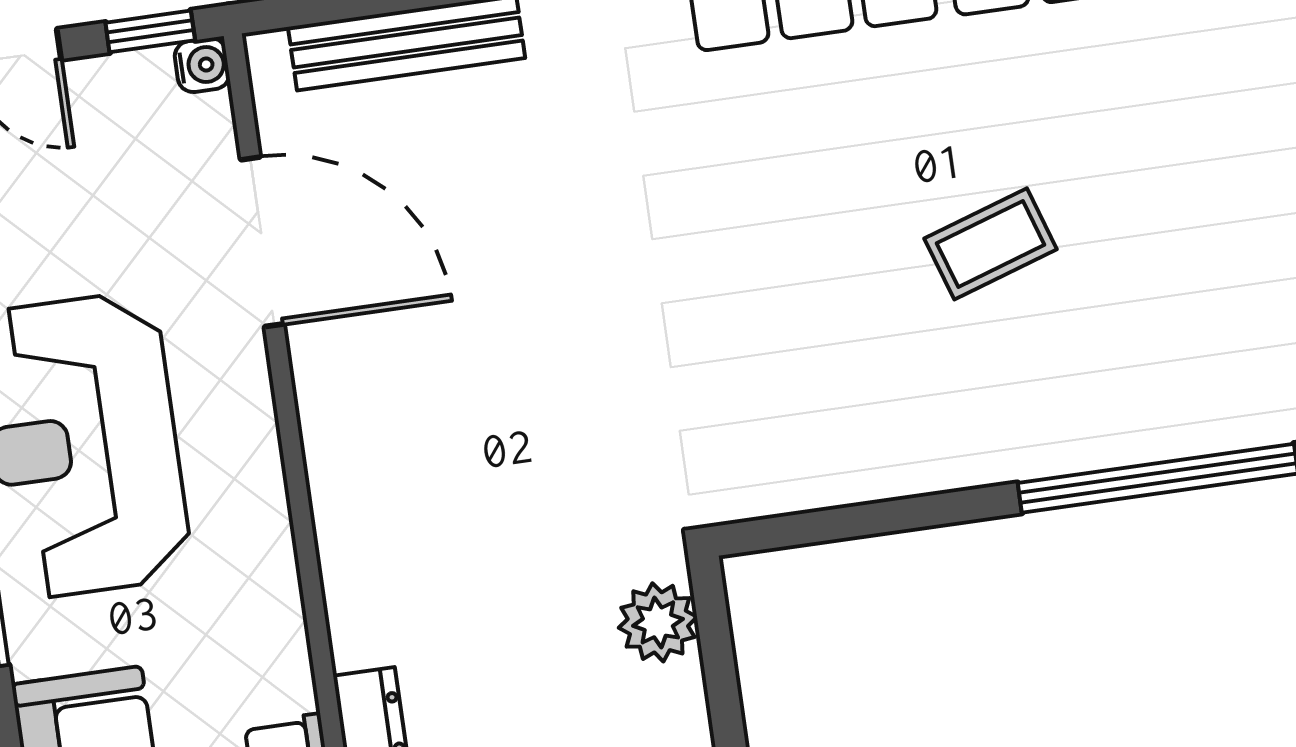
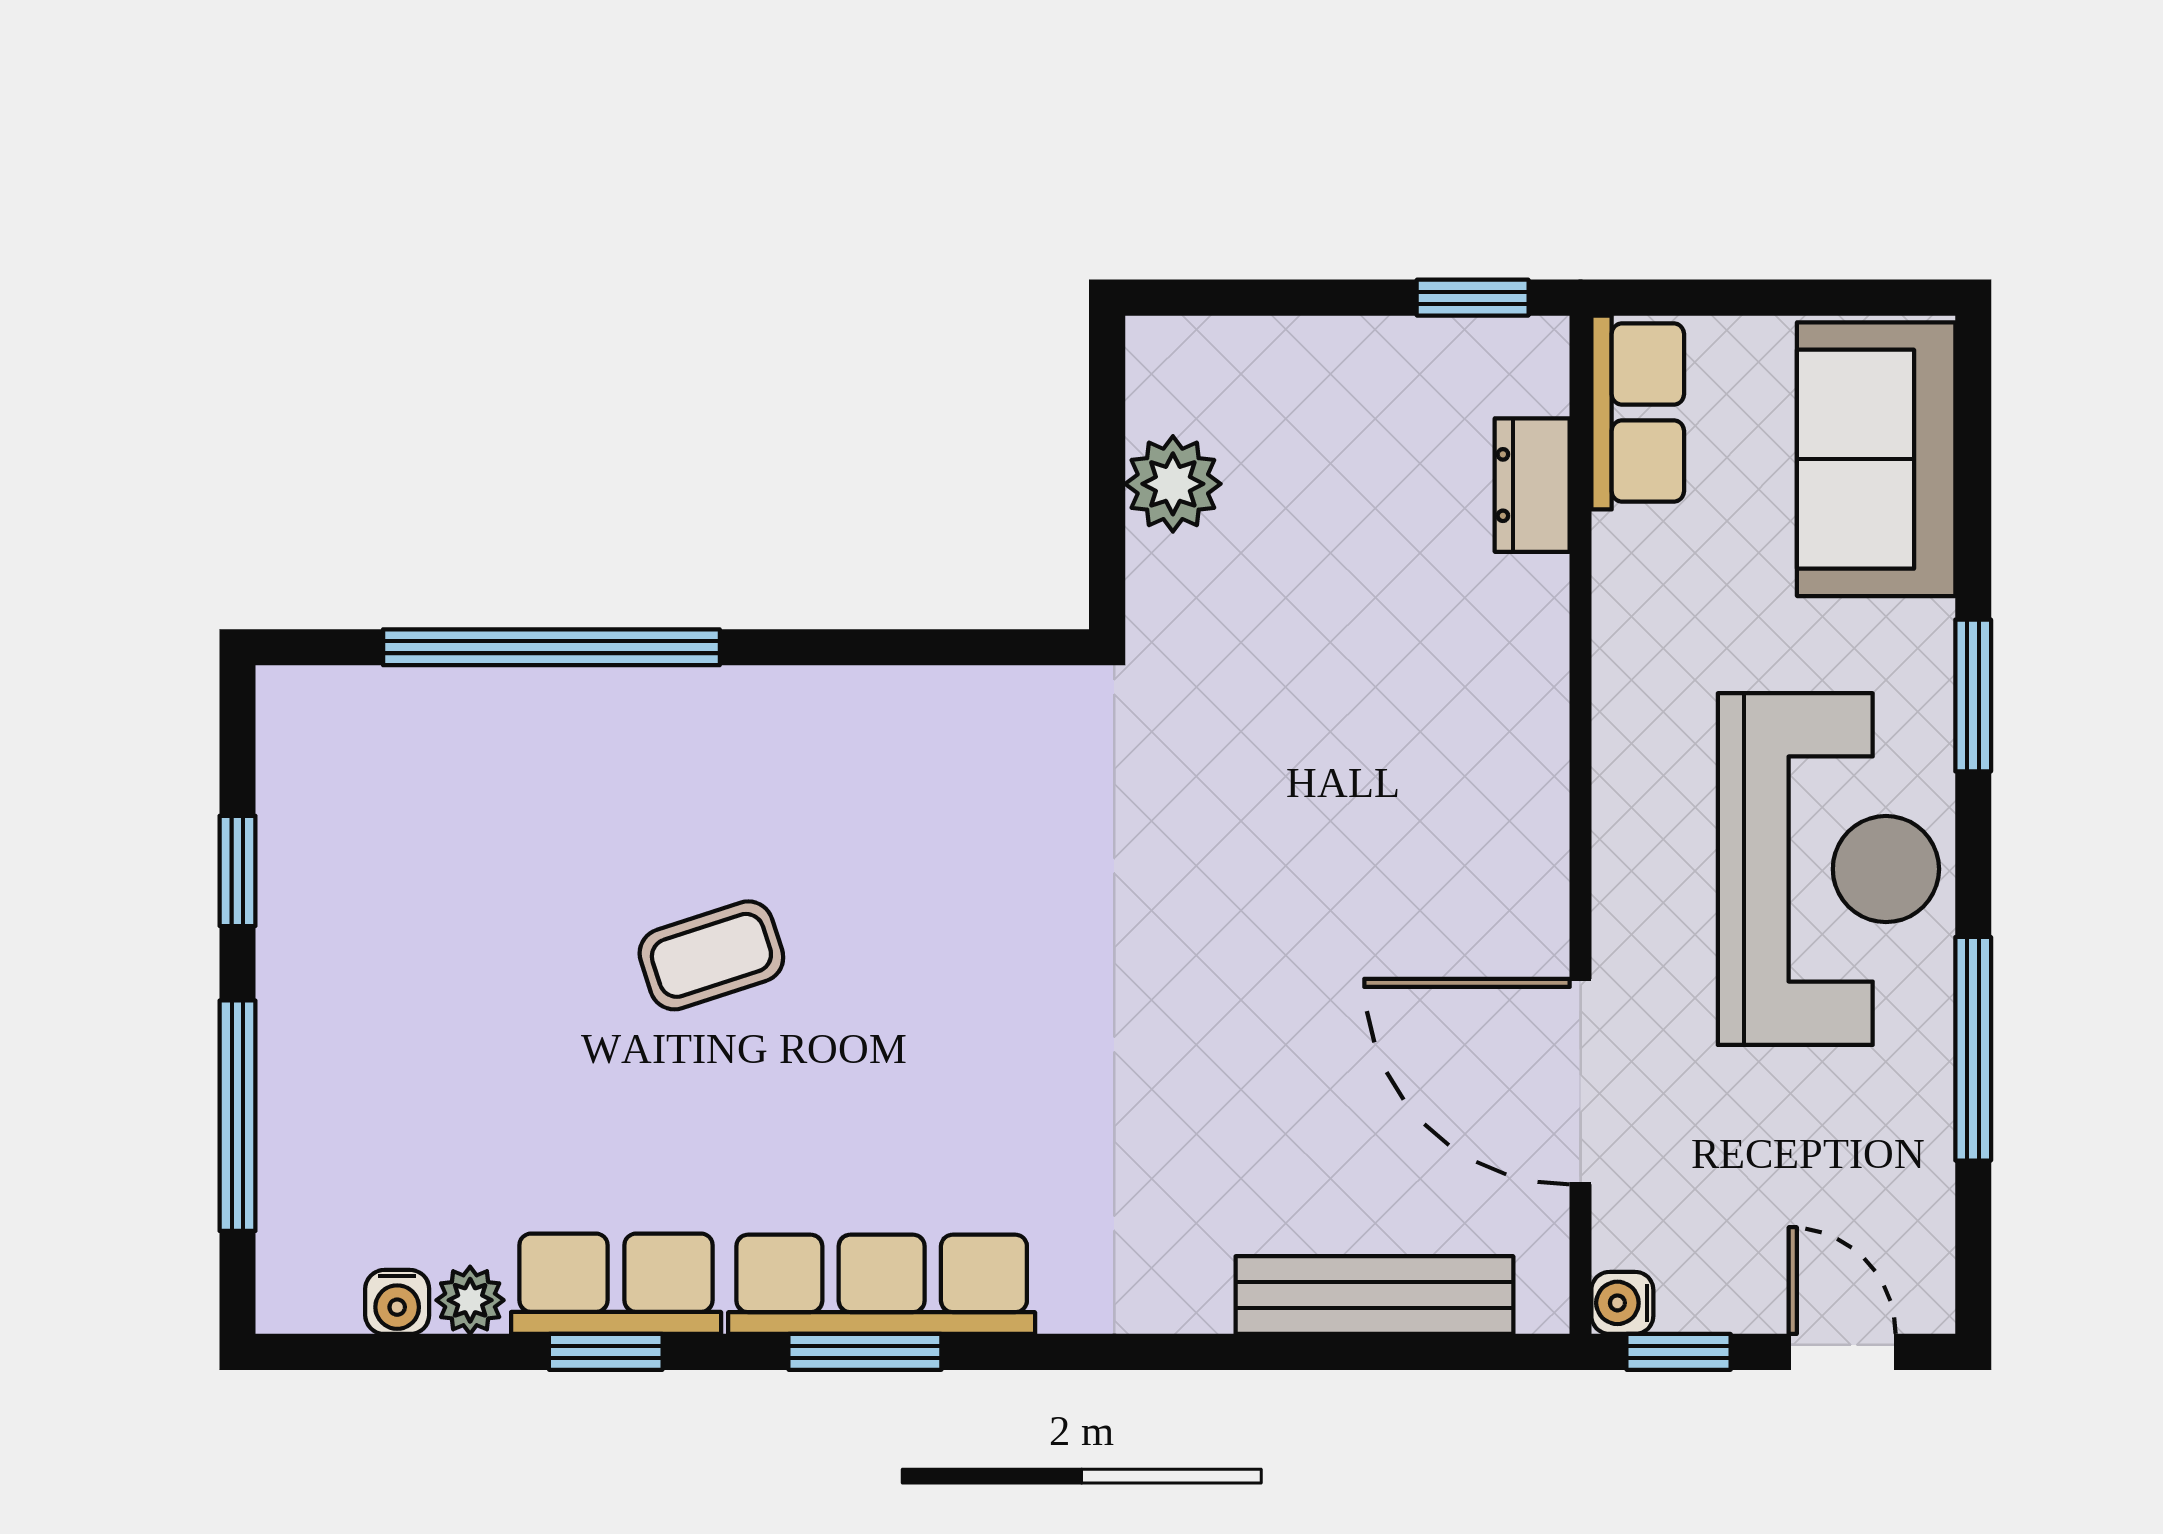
plant: (658, 622) -> (1173, 484), moved

